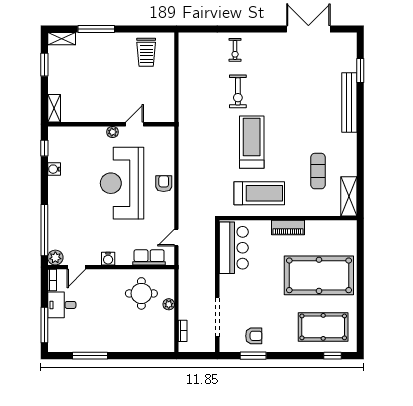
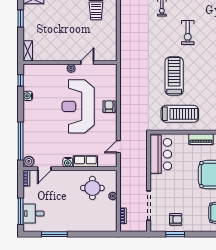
exercise bike: (238, 91) -> (188, 32), moved
row of seats: (149, 257) -> (85, 161), moved
desk: (62, 305) -> (33, 213), moved

